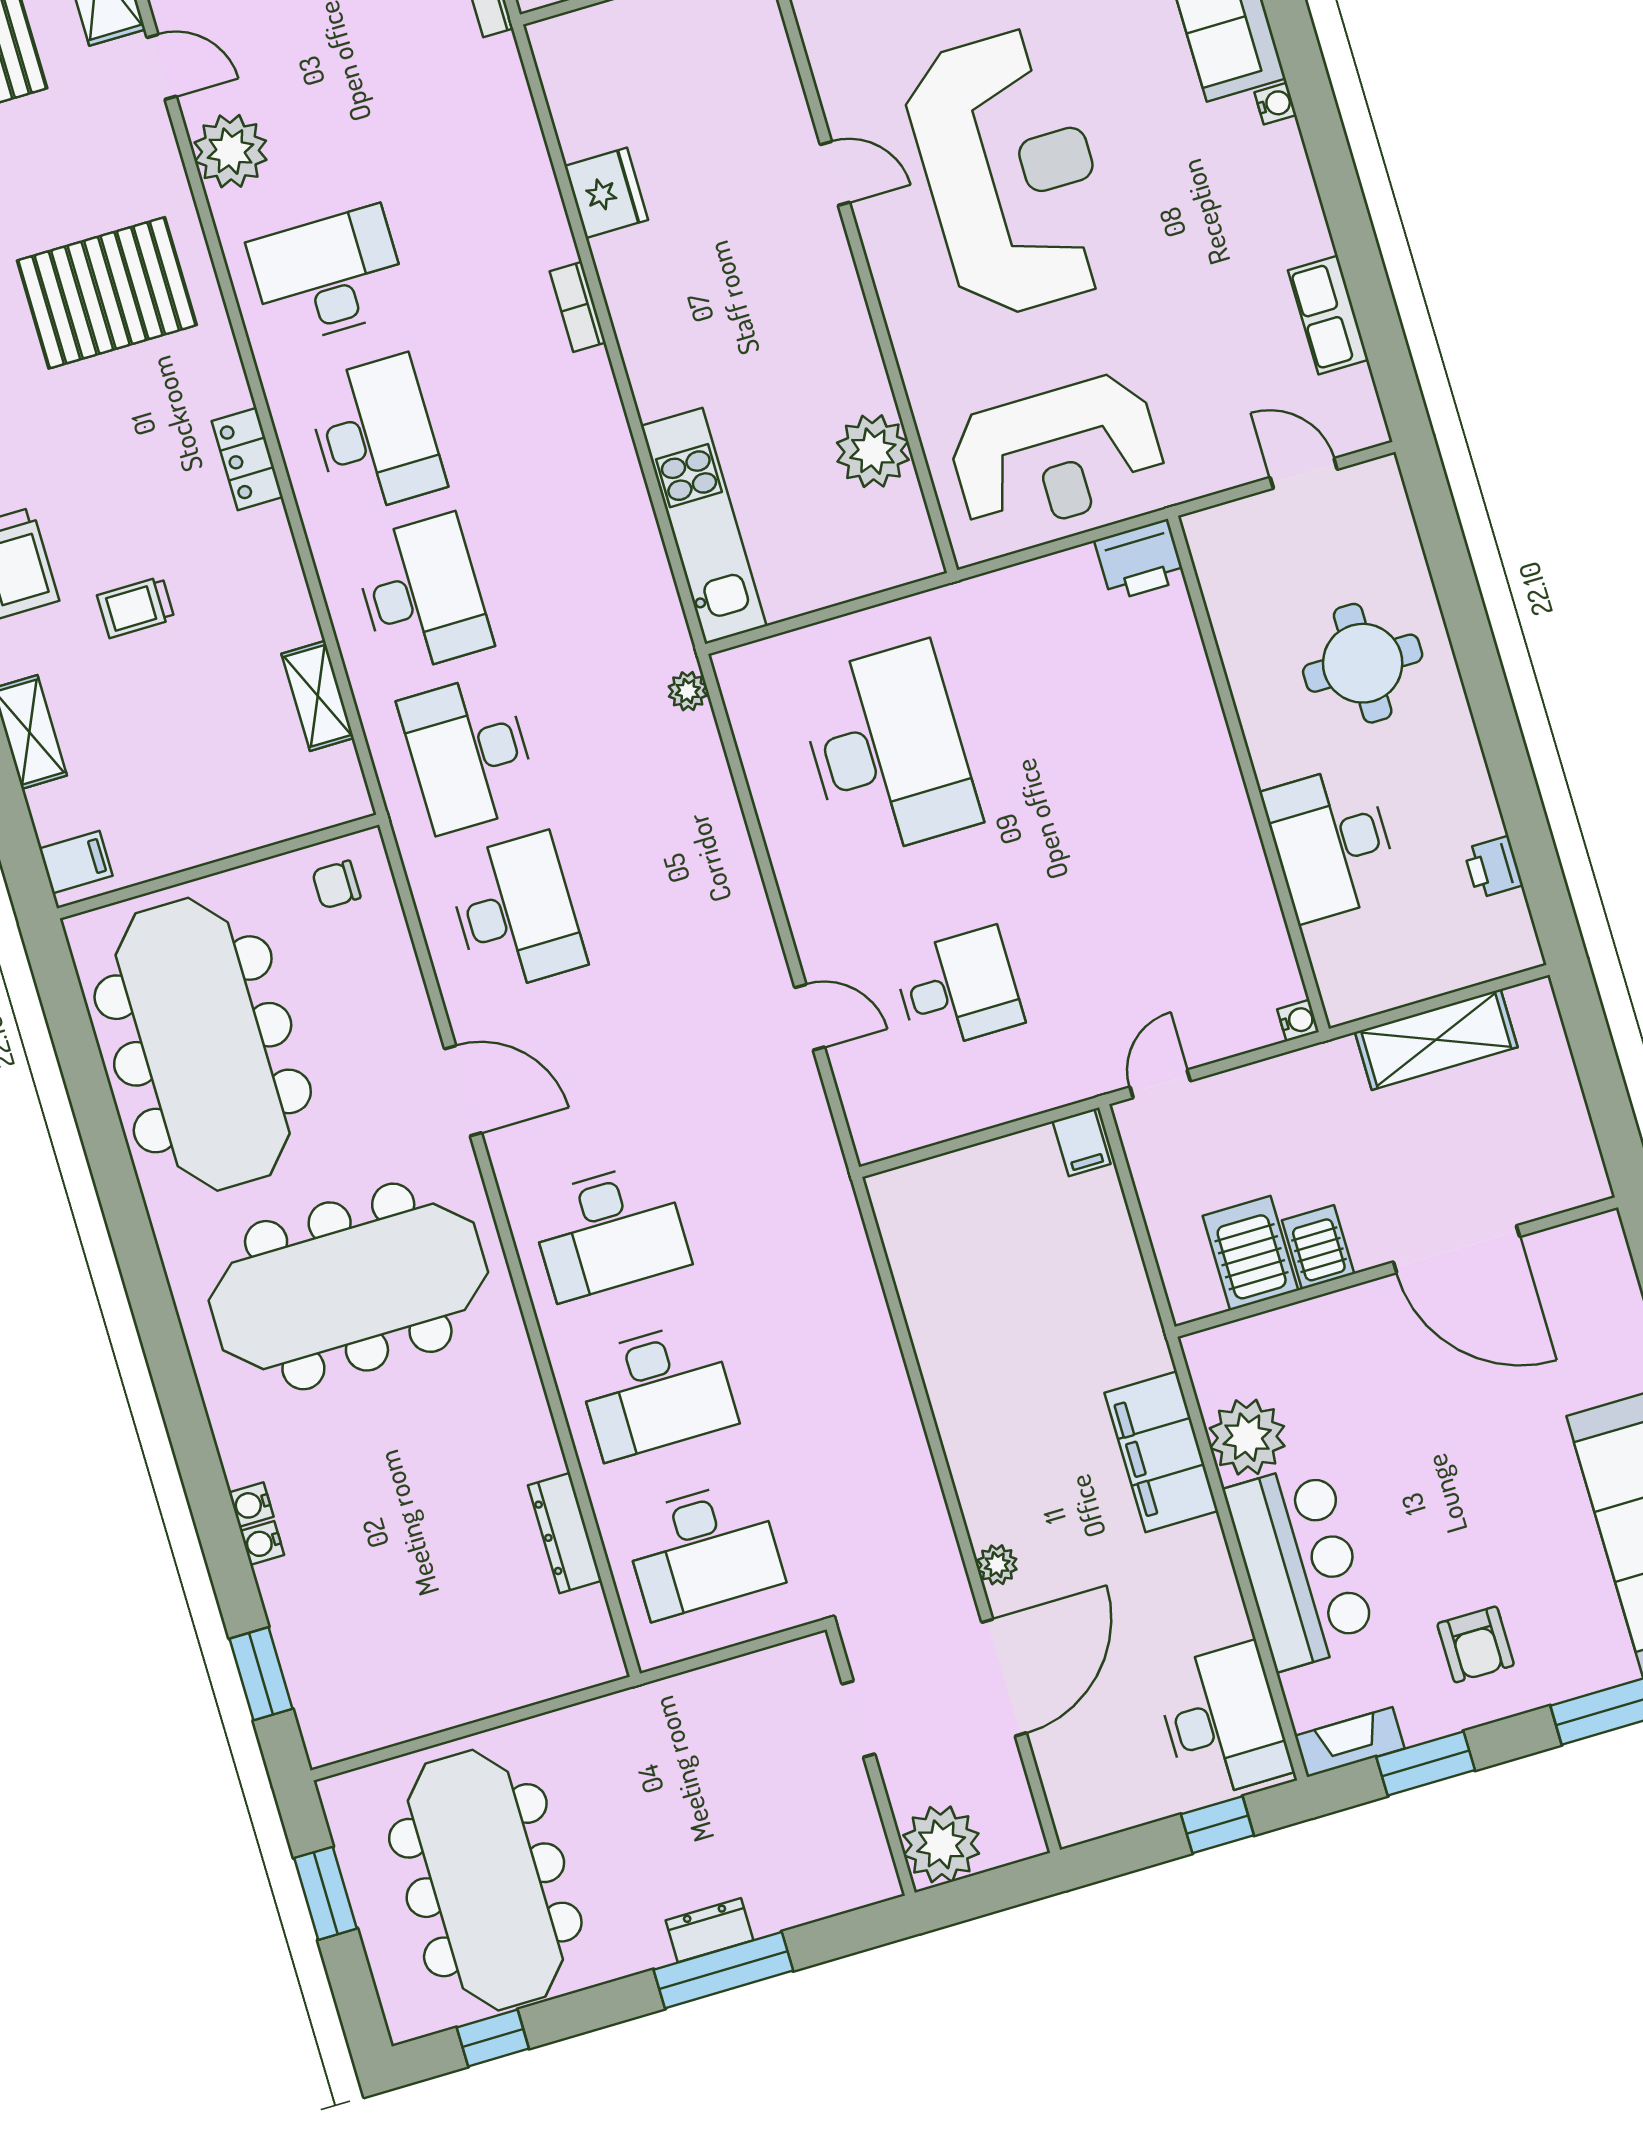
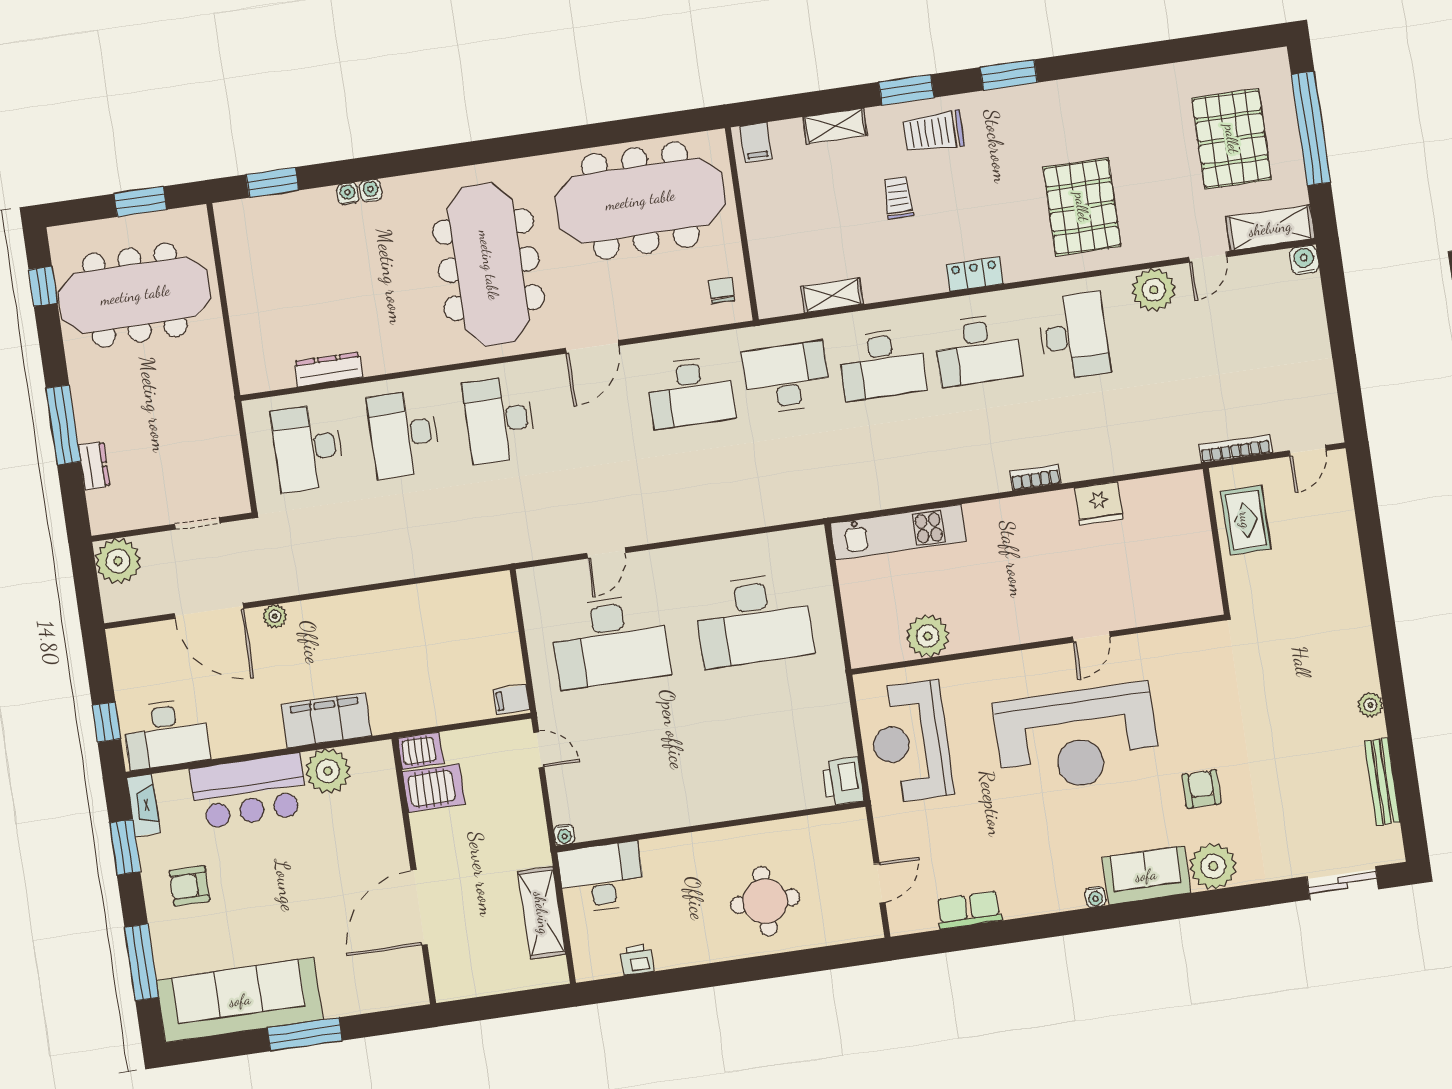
plant: (688, 691) -> (804, 509), removed
desk: (1331, 843) -> (602, 877), moved
desk: (958, 989) -> (610, 641), width x1.87, depth x1.30
server rack: (1318, 1247) -> (420, 751), moved
dresser: (709, 1930) -> (94, 466), moved

